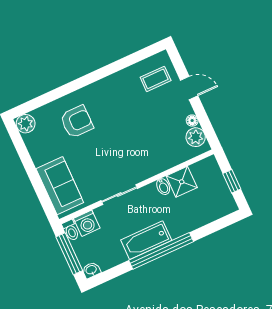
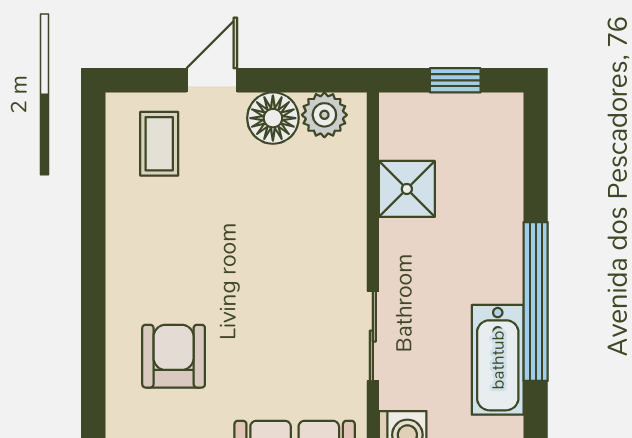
floor lamp: (192, 121) -> (273, 118), width x1.89, depth x1.89
bidet: (163, 187) -> (399, 234), removed
bathtub: (146, 240) -> (498, 360), moved

